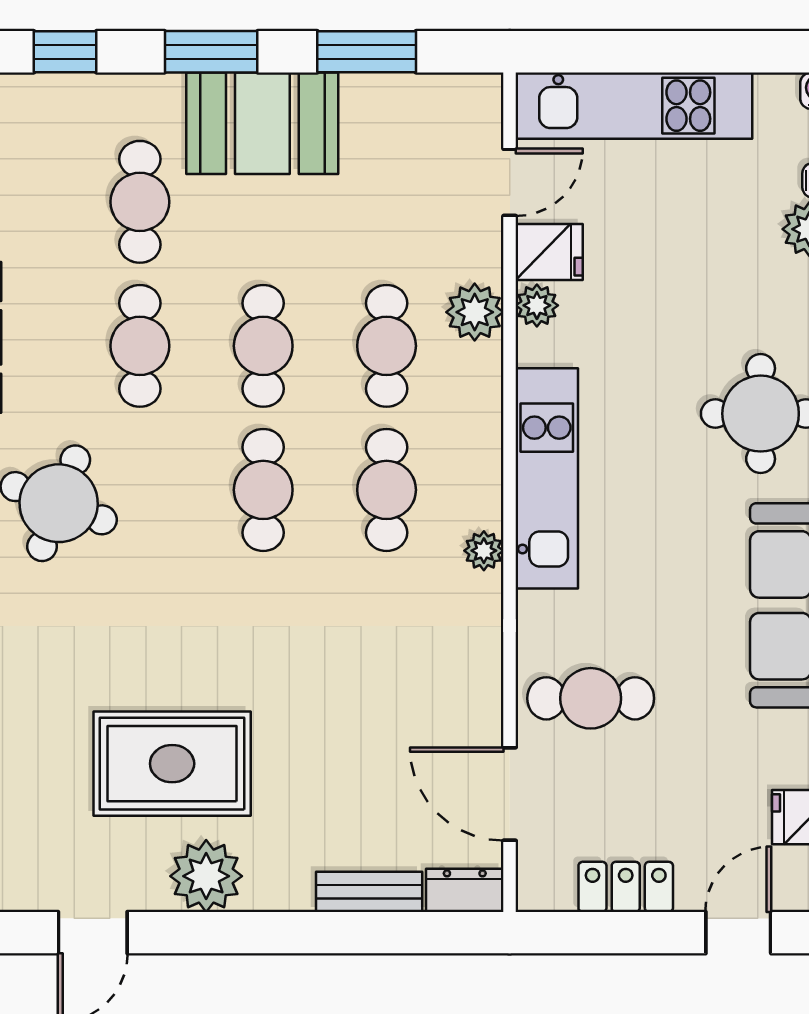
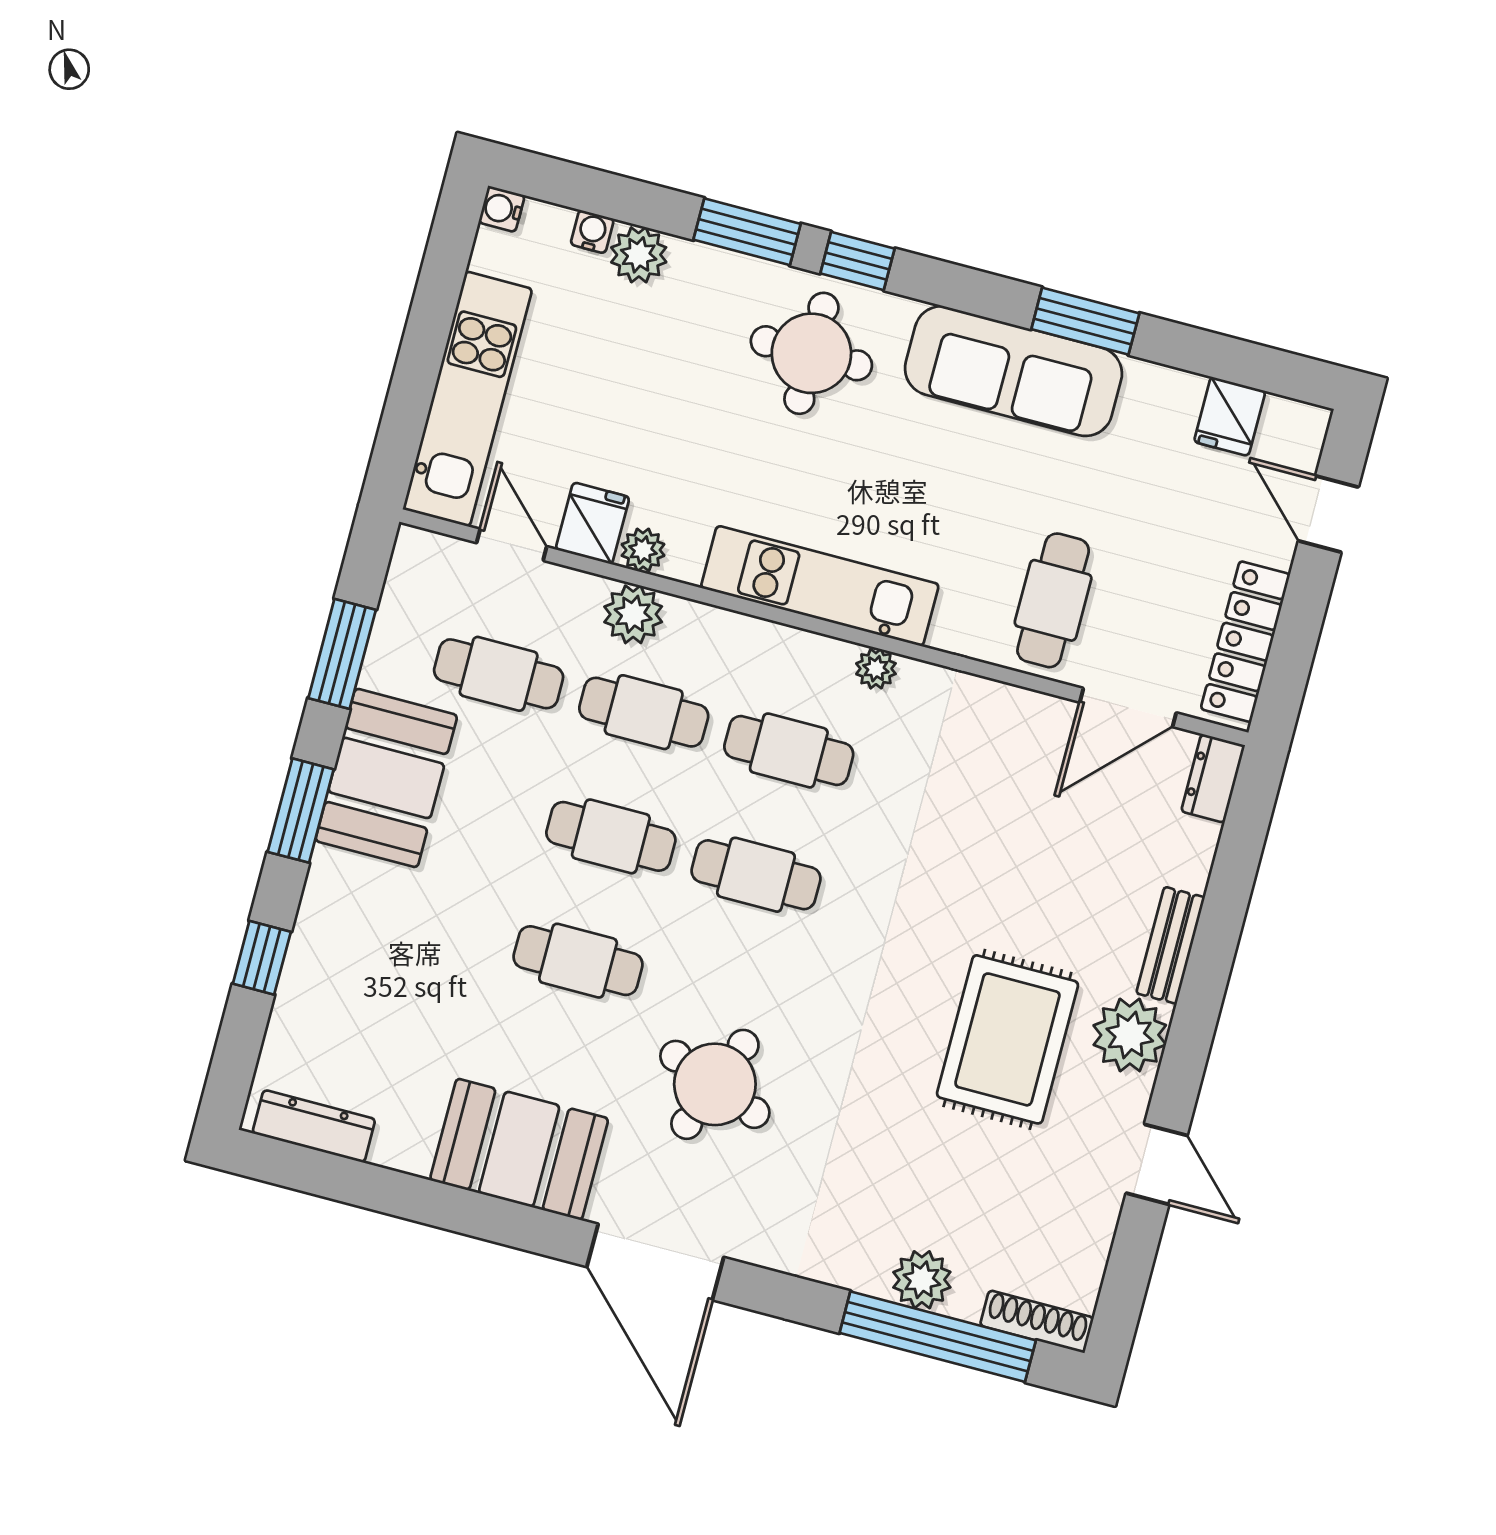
cafe table: (140, 202) -> (499, 674), moved
locker: (626, 887) -> (1245, 642), width x1.53
bench: (369, 892) -> (1171, 945), moved

